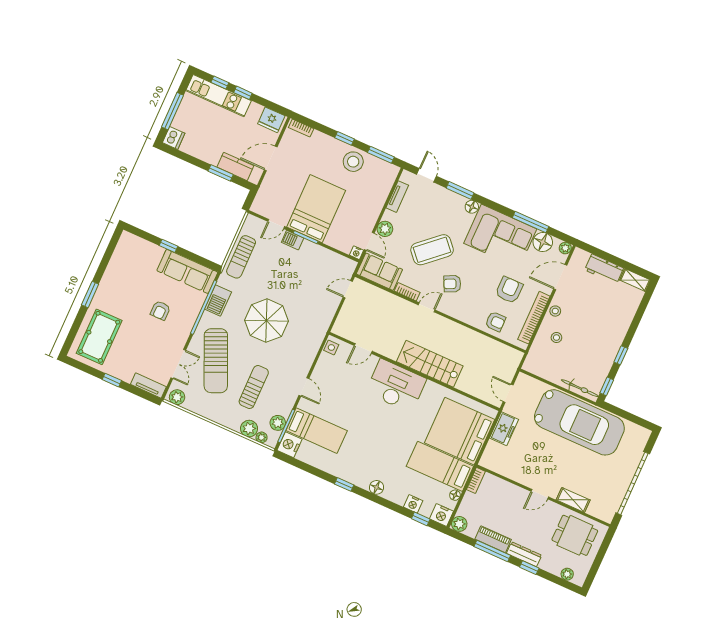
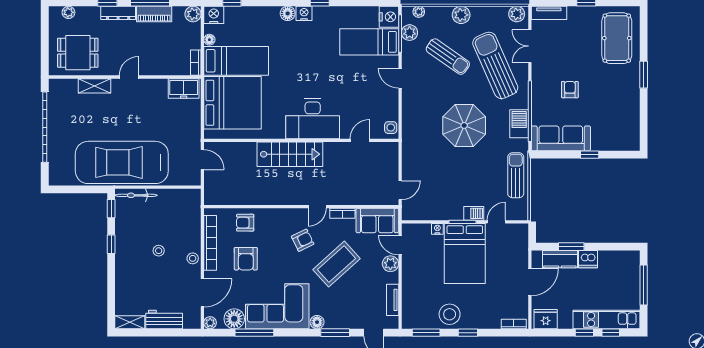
dishwasher: (174, 138) -> (588, 259), moved, turned -90
nightstand: (357, 253) -> (437, 229), moved
stool: (556, 338) -> (159, 251), moved
sun lounger: (254, 387) -> (448, 57), turned -55
plant: (249, 429) -> (461, 15), moved
freezer: (504, 429) -> (184, 88), moved, turned -90
nightstand: (413, 504) -> (304, 13), moved

